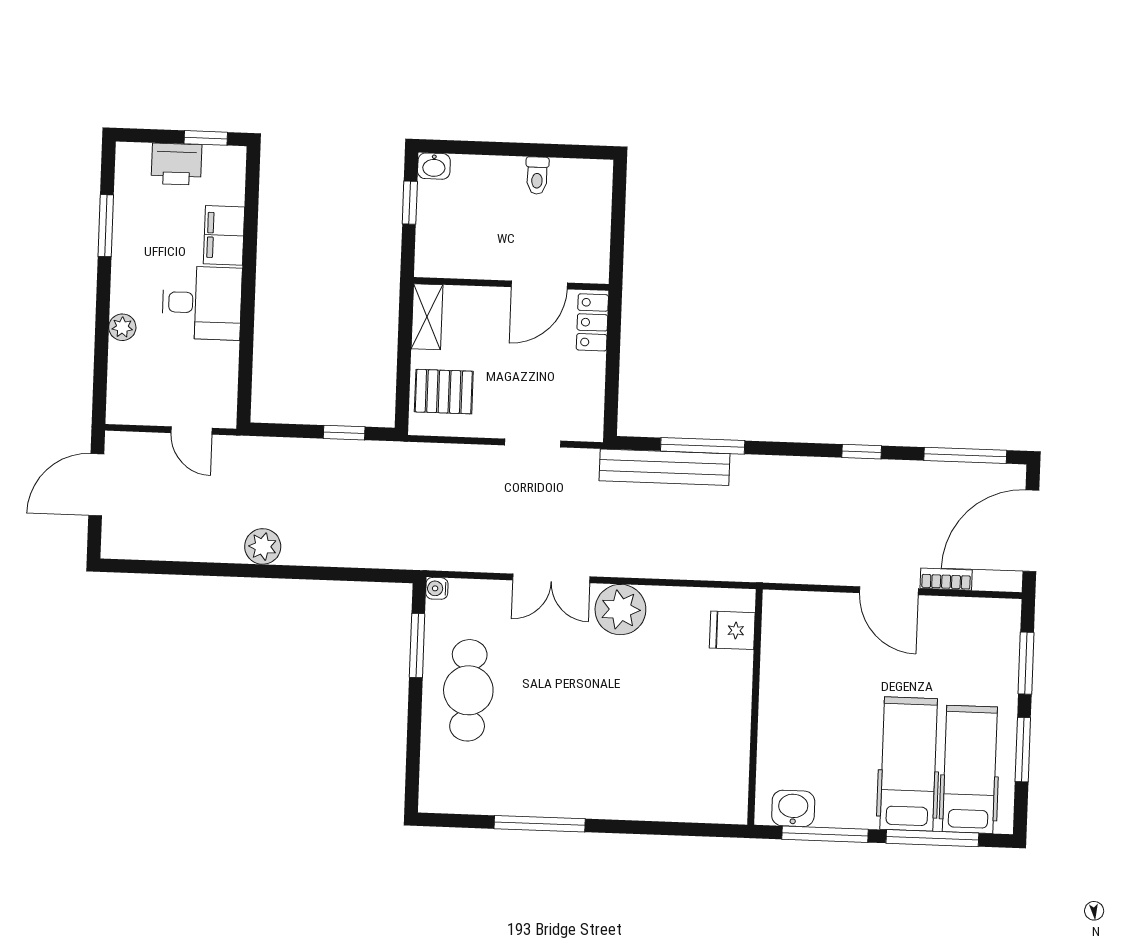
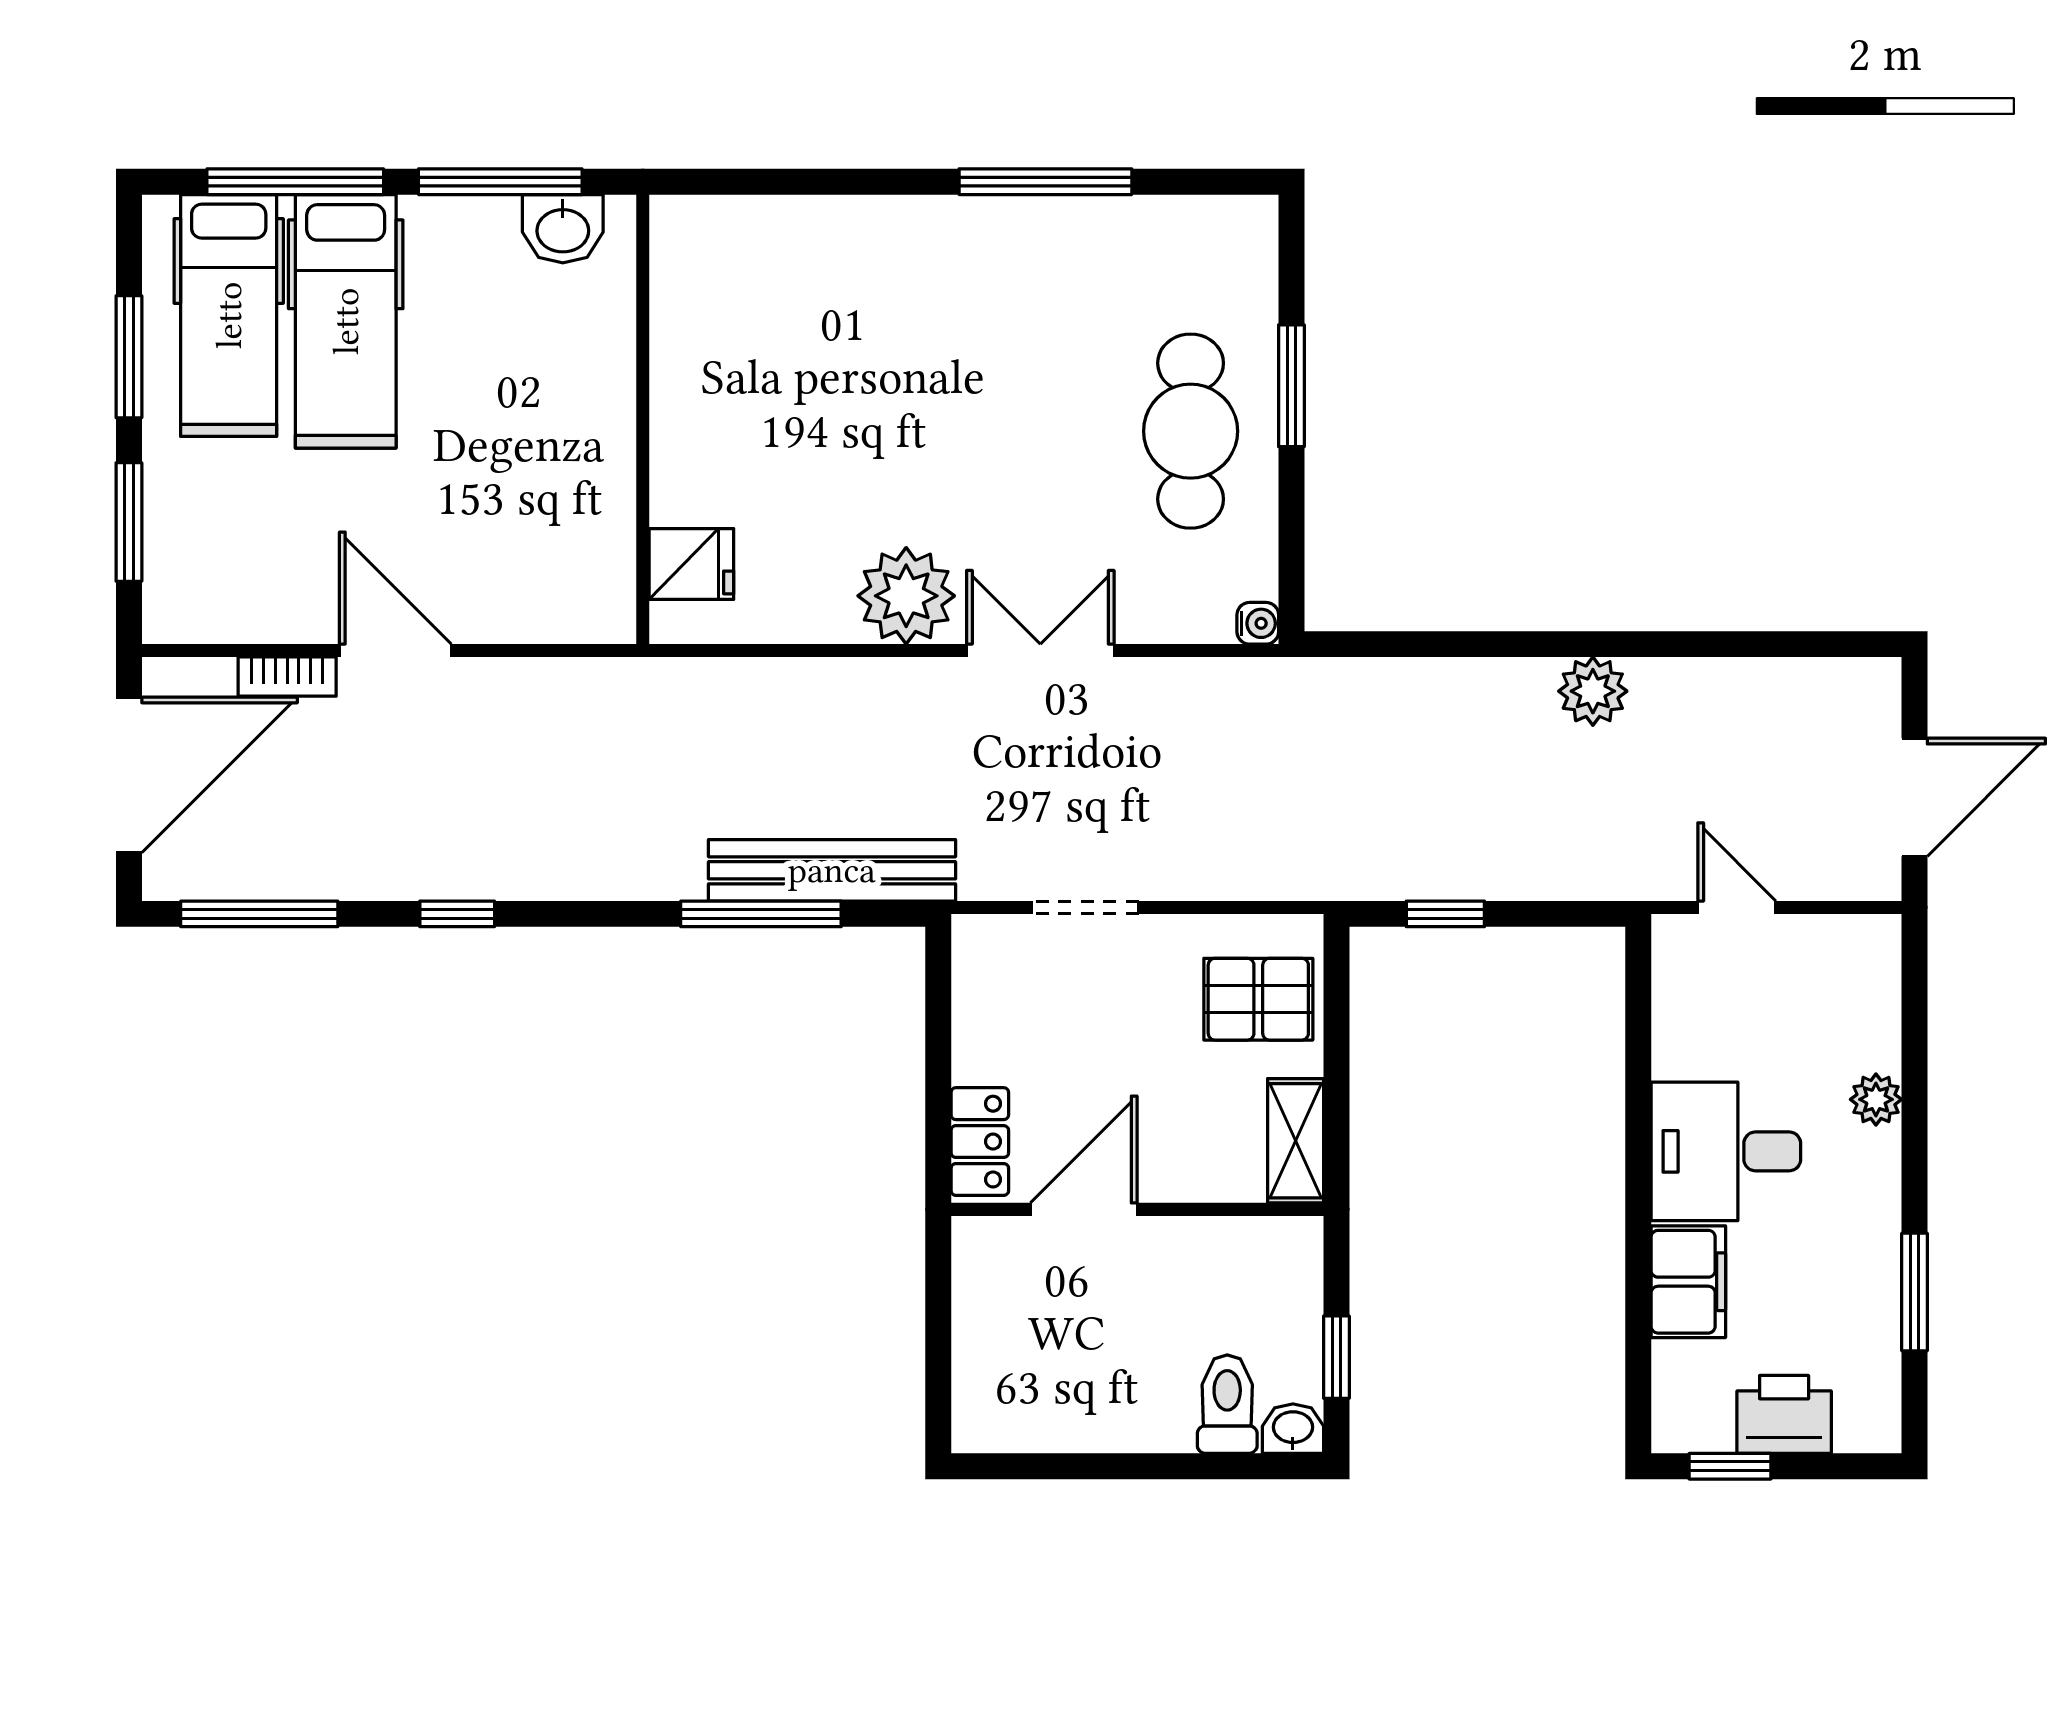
toilet: (537, 175) -> (1227, 1404), moved, width x1.37, depth x1.39
window: (417, 646) -> (1291, 386), moved

